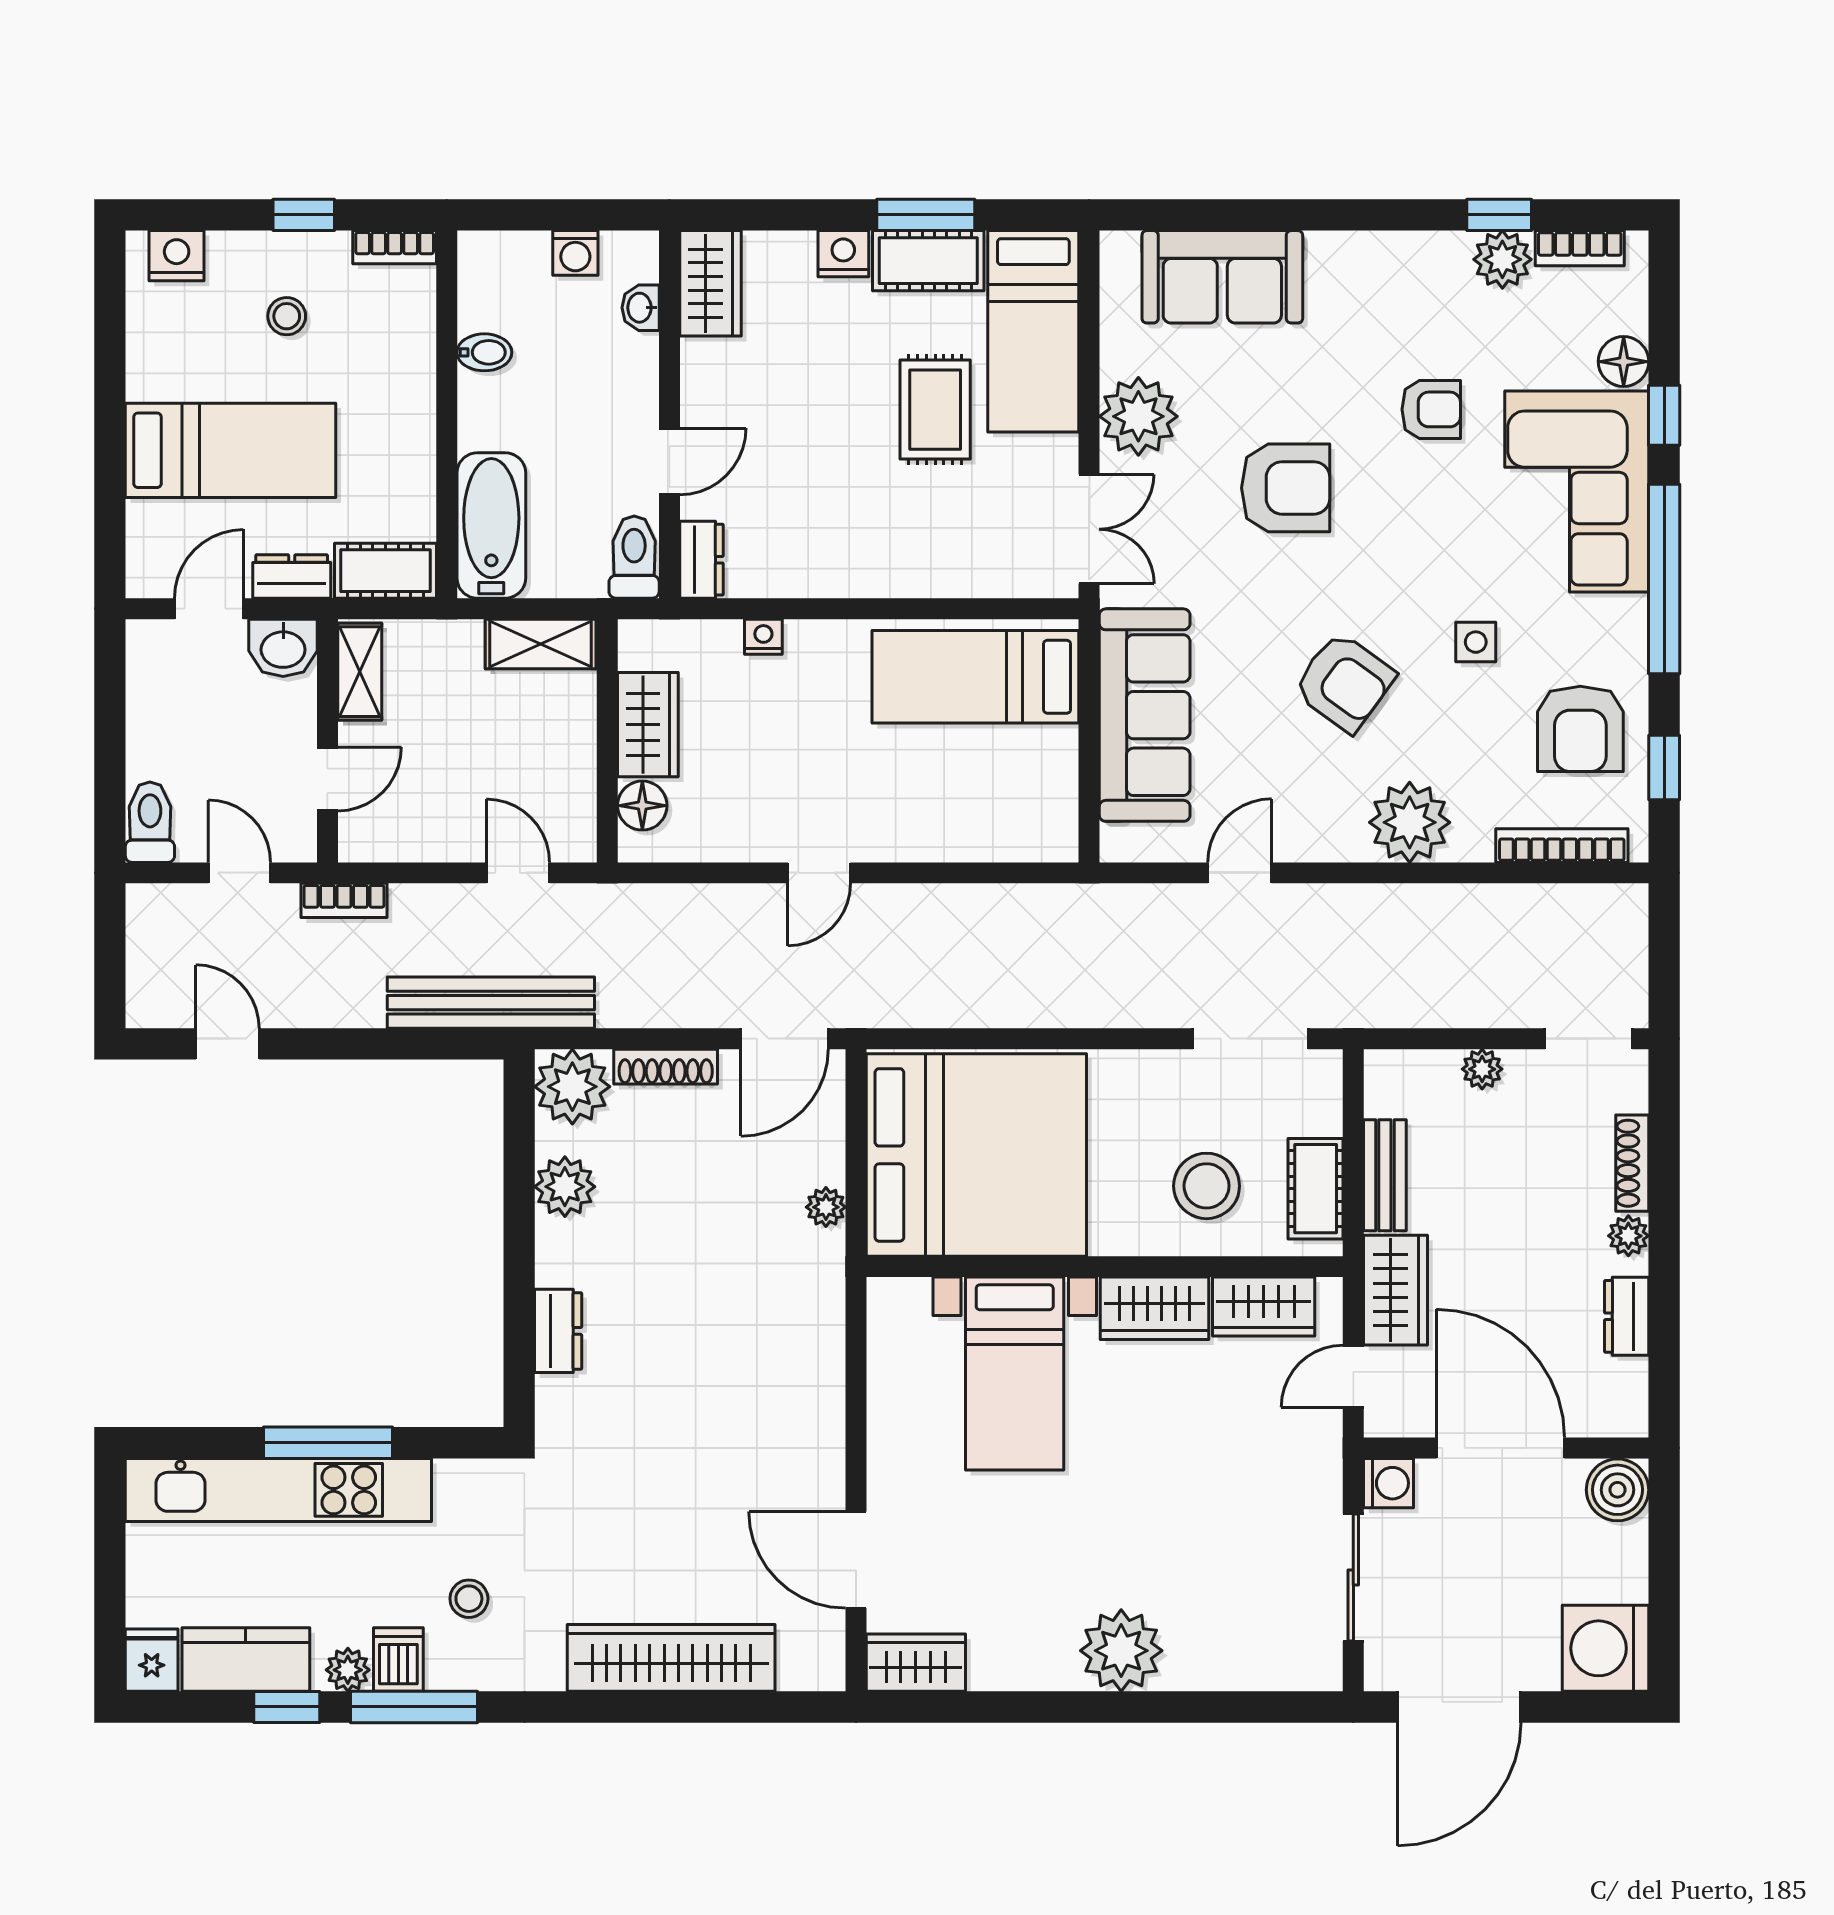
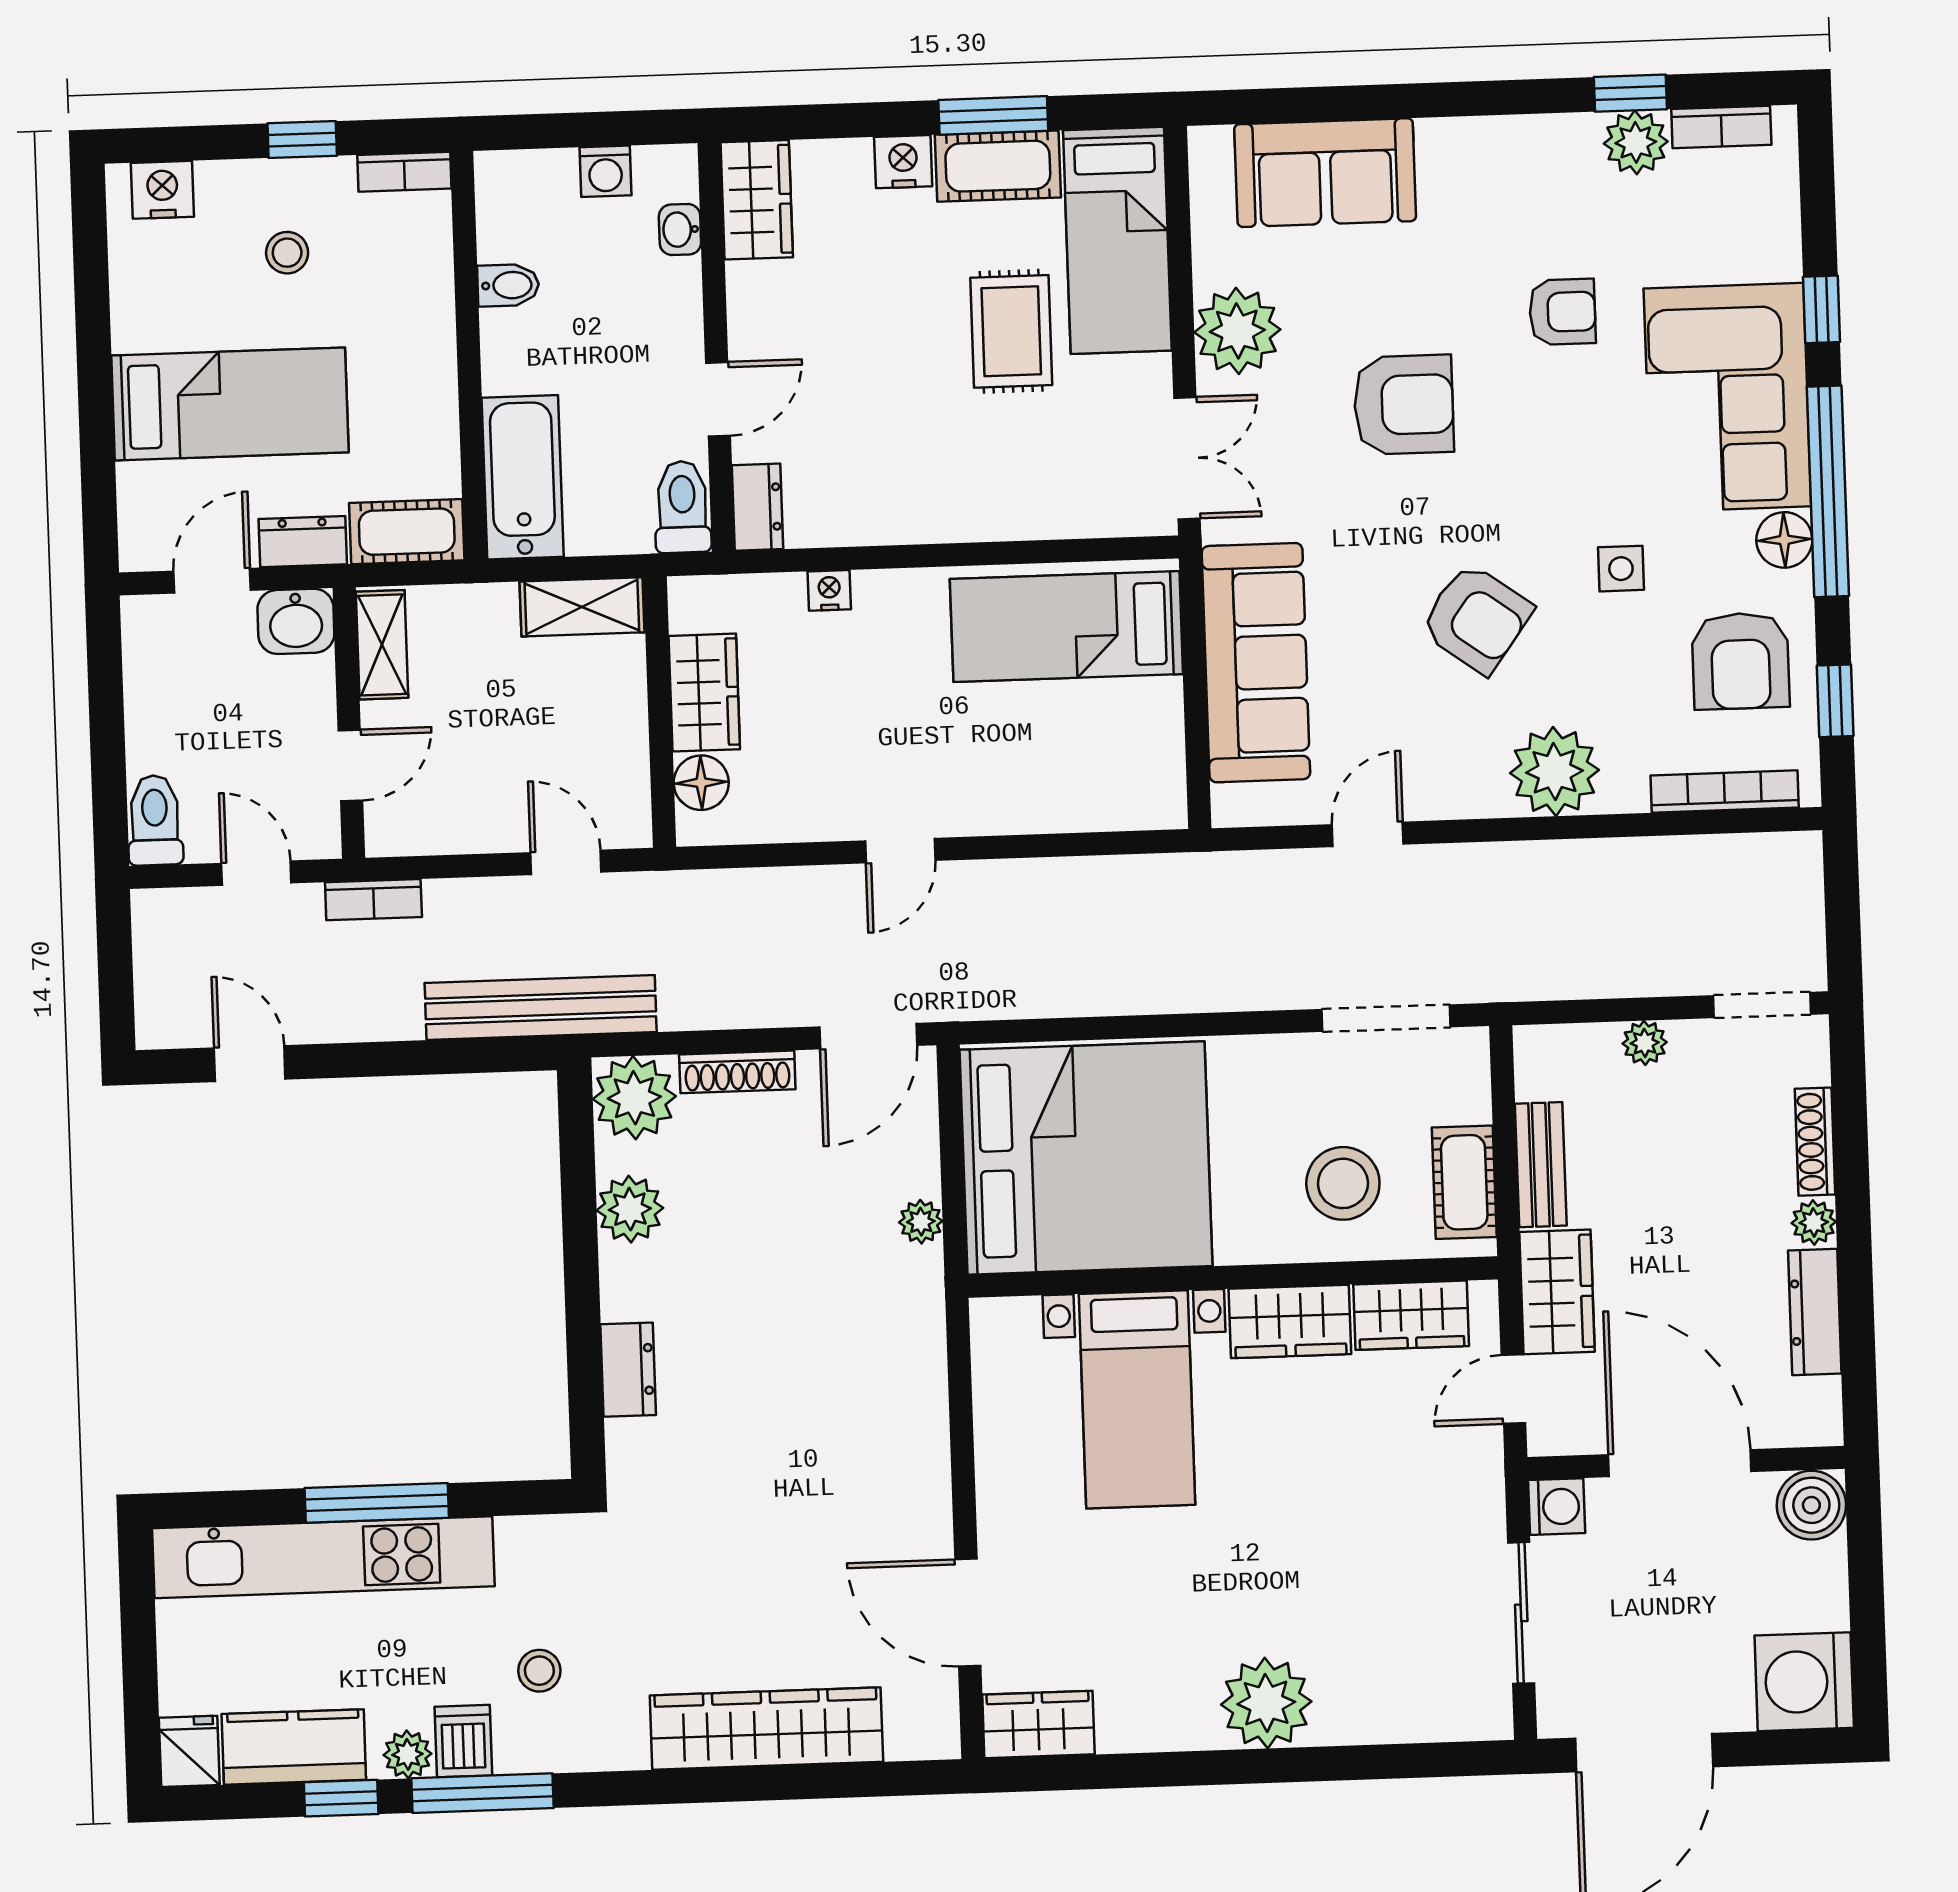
floor lamp: (1624, 362) -> (1784, 540), moved
dresser: (1627, 1316) -> (1815, 1312), width x1.44

